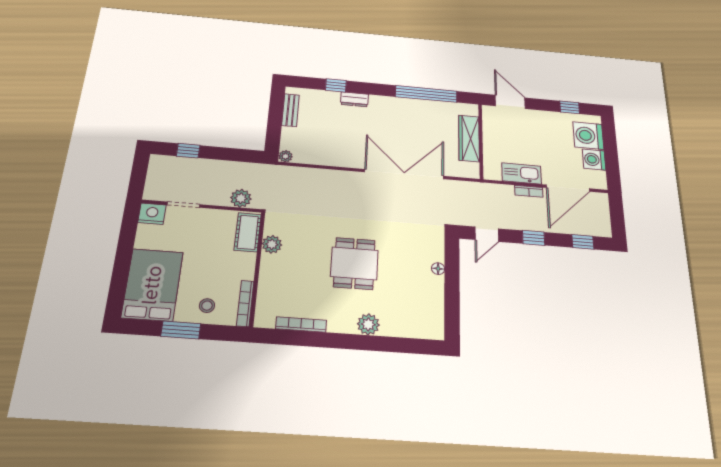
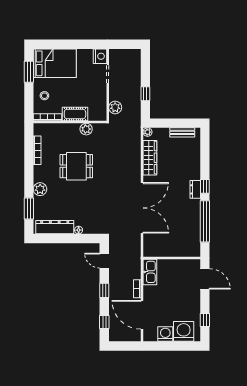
window: (336, 85) -> (205, 186), moved
dresser: (354, 99) -> (195, 189), moved
door: (510, 102) -> (205, 279), hinge flipped
wardrobe: (469, 138) -> (150, 158), moved, turned 90
window: (188, 151) -> (145, 94), moved
kitchen sink: (522, 173) -> (150, 272), moved
cot: (248, 232) -> (75, 114), moved
dining table: (354, 263) -> (76, 166), moved
dresser: (433, 305) -> (55, 227), added
window: (181, 330) -> (29, 72), moved
window: (401, 345) -> (29, 208), added

